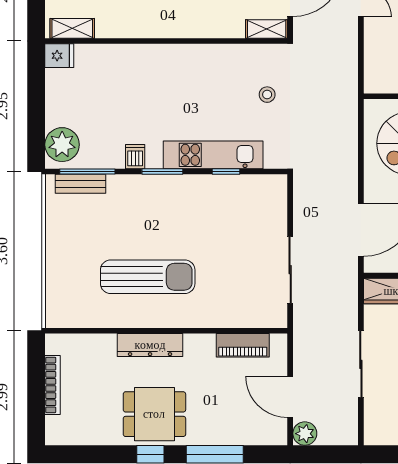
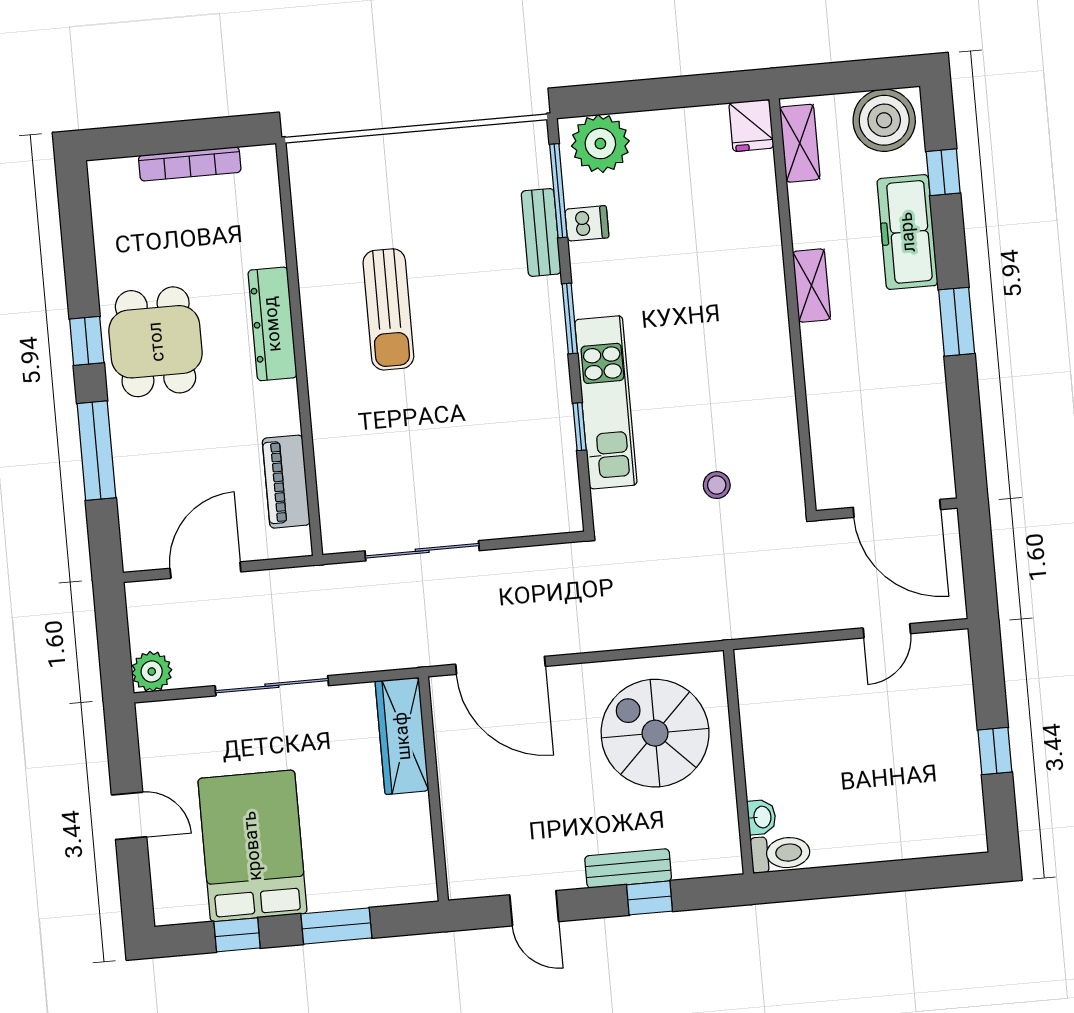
shelving: (267, 29) -> (812, 286), moved
dishwasher: (135, 157) -> (587, 223), moved
bench: (81, 184) -> (541, 232), moved
sun lounger: (148, 277) -> (388, 309), width x0.73, depth x0.75
plant: (305, 434) -> (152, 671), moved

